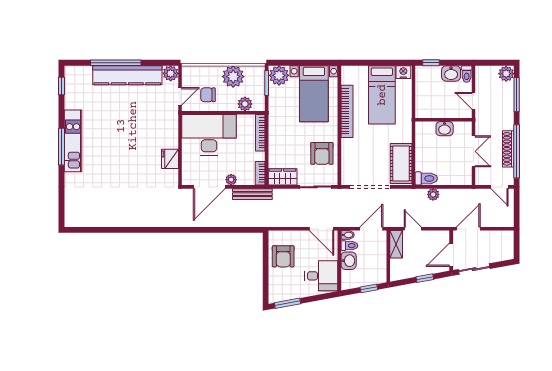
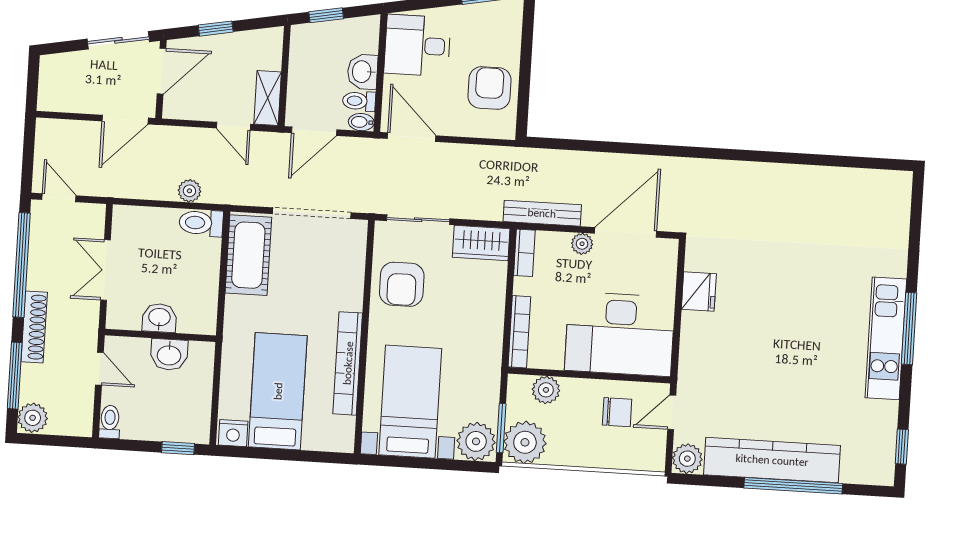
washbasin: (451, 73) -> (169, 355), moved, turned 180
plant: (233, 77) -> (525, 442), moved
shoe rack: (508, 149) -> (34, 327), moved
armchair: (322, 153) -> (402, 284), turned 180

